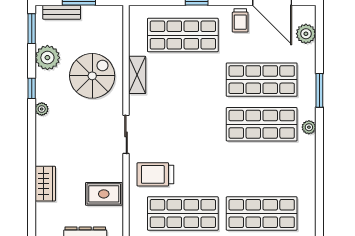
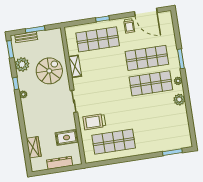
plant: (306, 34) -> (179, 100), moved
wardrobe: (45, 184) -> (34, 147), moved
shop shelf: (262, 213) -> (159, 135), removed

